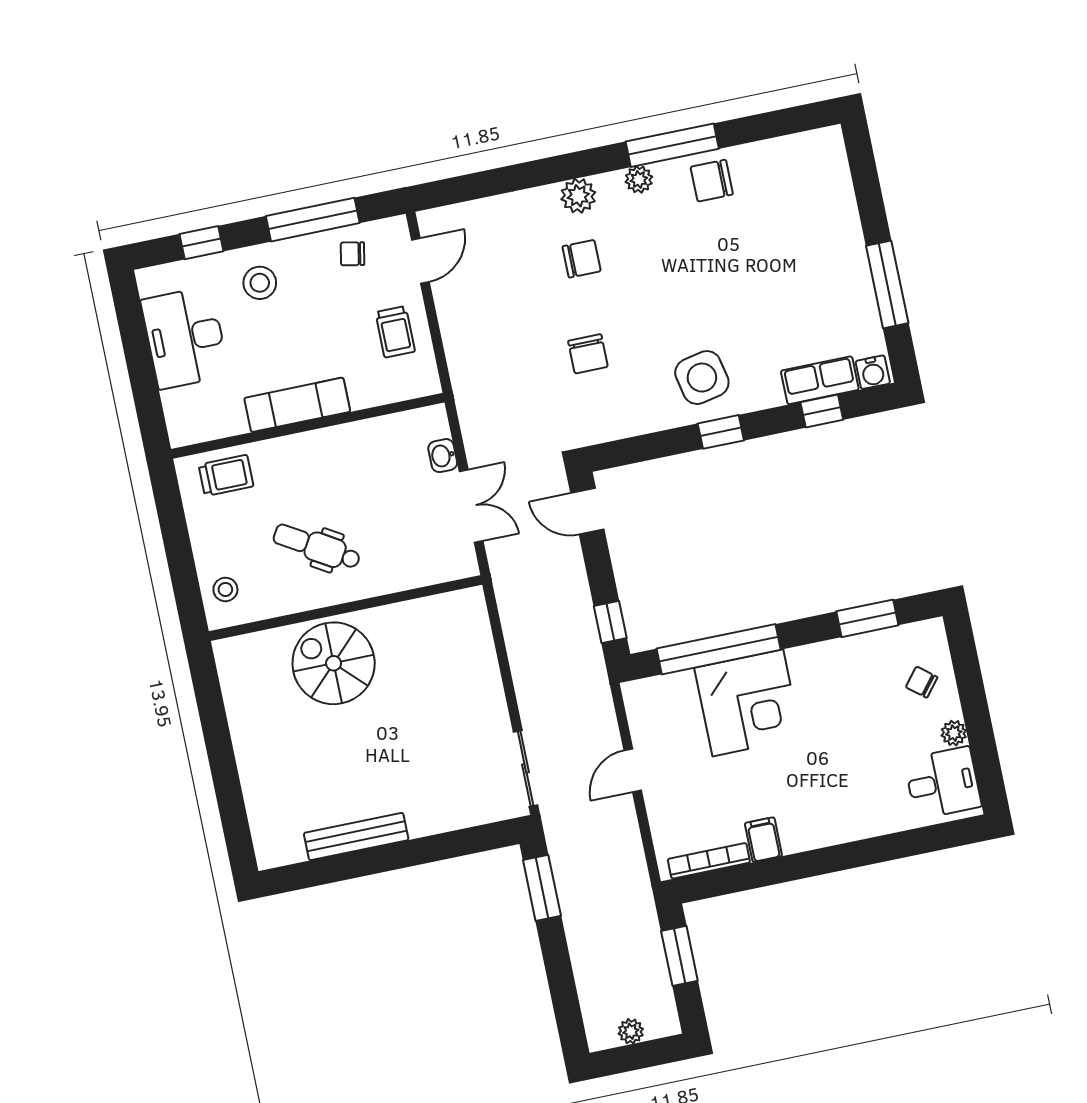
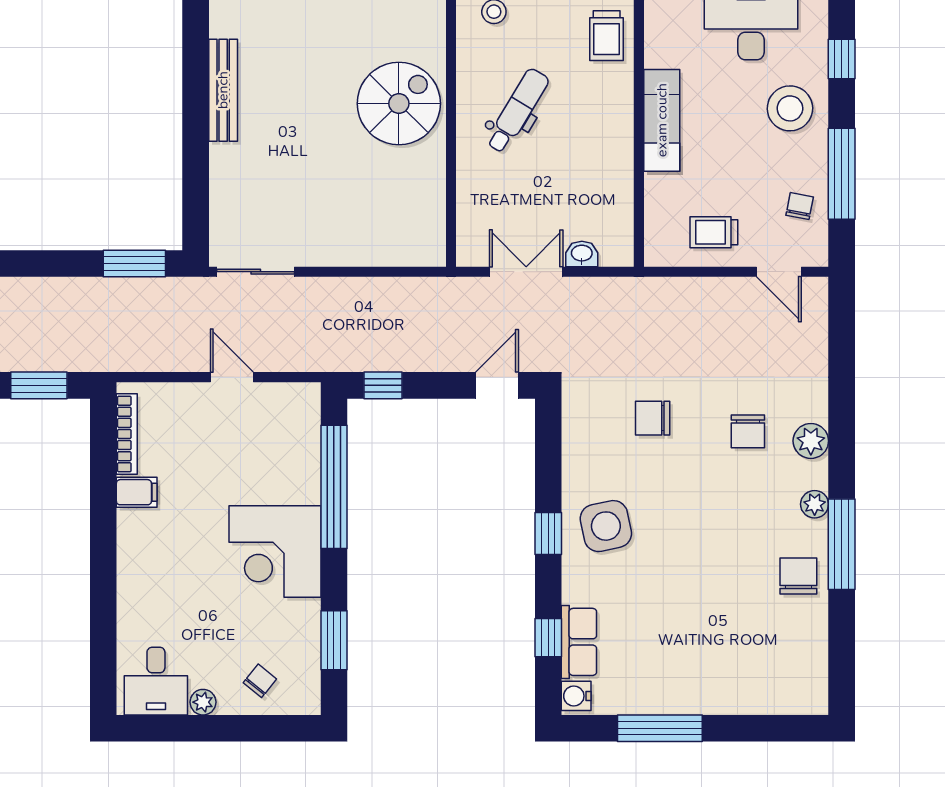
stool: (260, 283) -> (790, 108), width x1.38, depth x1.38
double door: (471, 506) -> (526, 272), swing flipped
corner desk: (748, 703) -> (275, 551), moved

